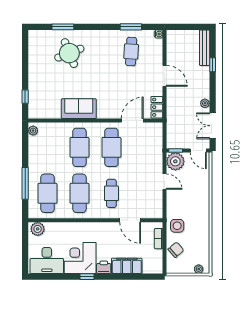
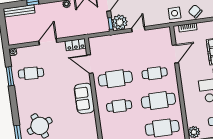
sofa: (79, 109) -> (84, 98), moved
cafe table: (79, 147) -> (119, 106), width x0.73, depth x0.74

